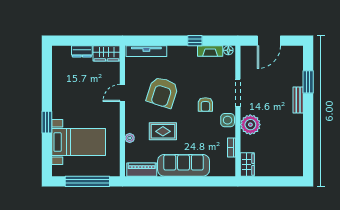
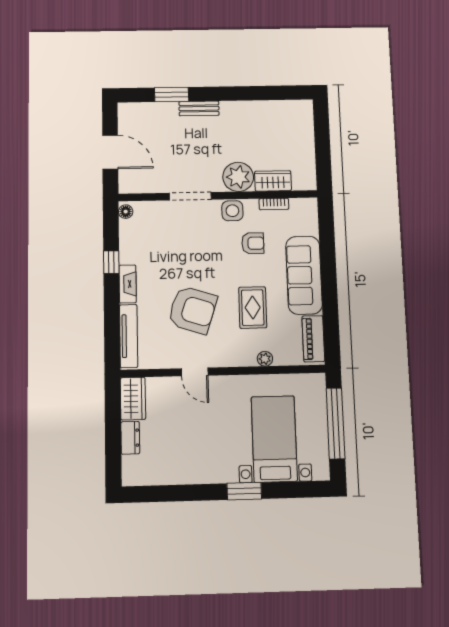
fireplace: (210, 51) -> (128, 284), moved
armchair: (205, 105) -> (253, 243), moved
wardrobe: (247, 164) -> (273, 181), moved

